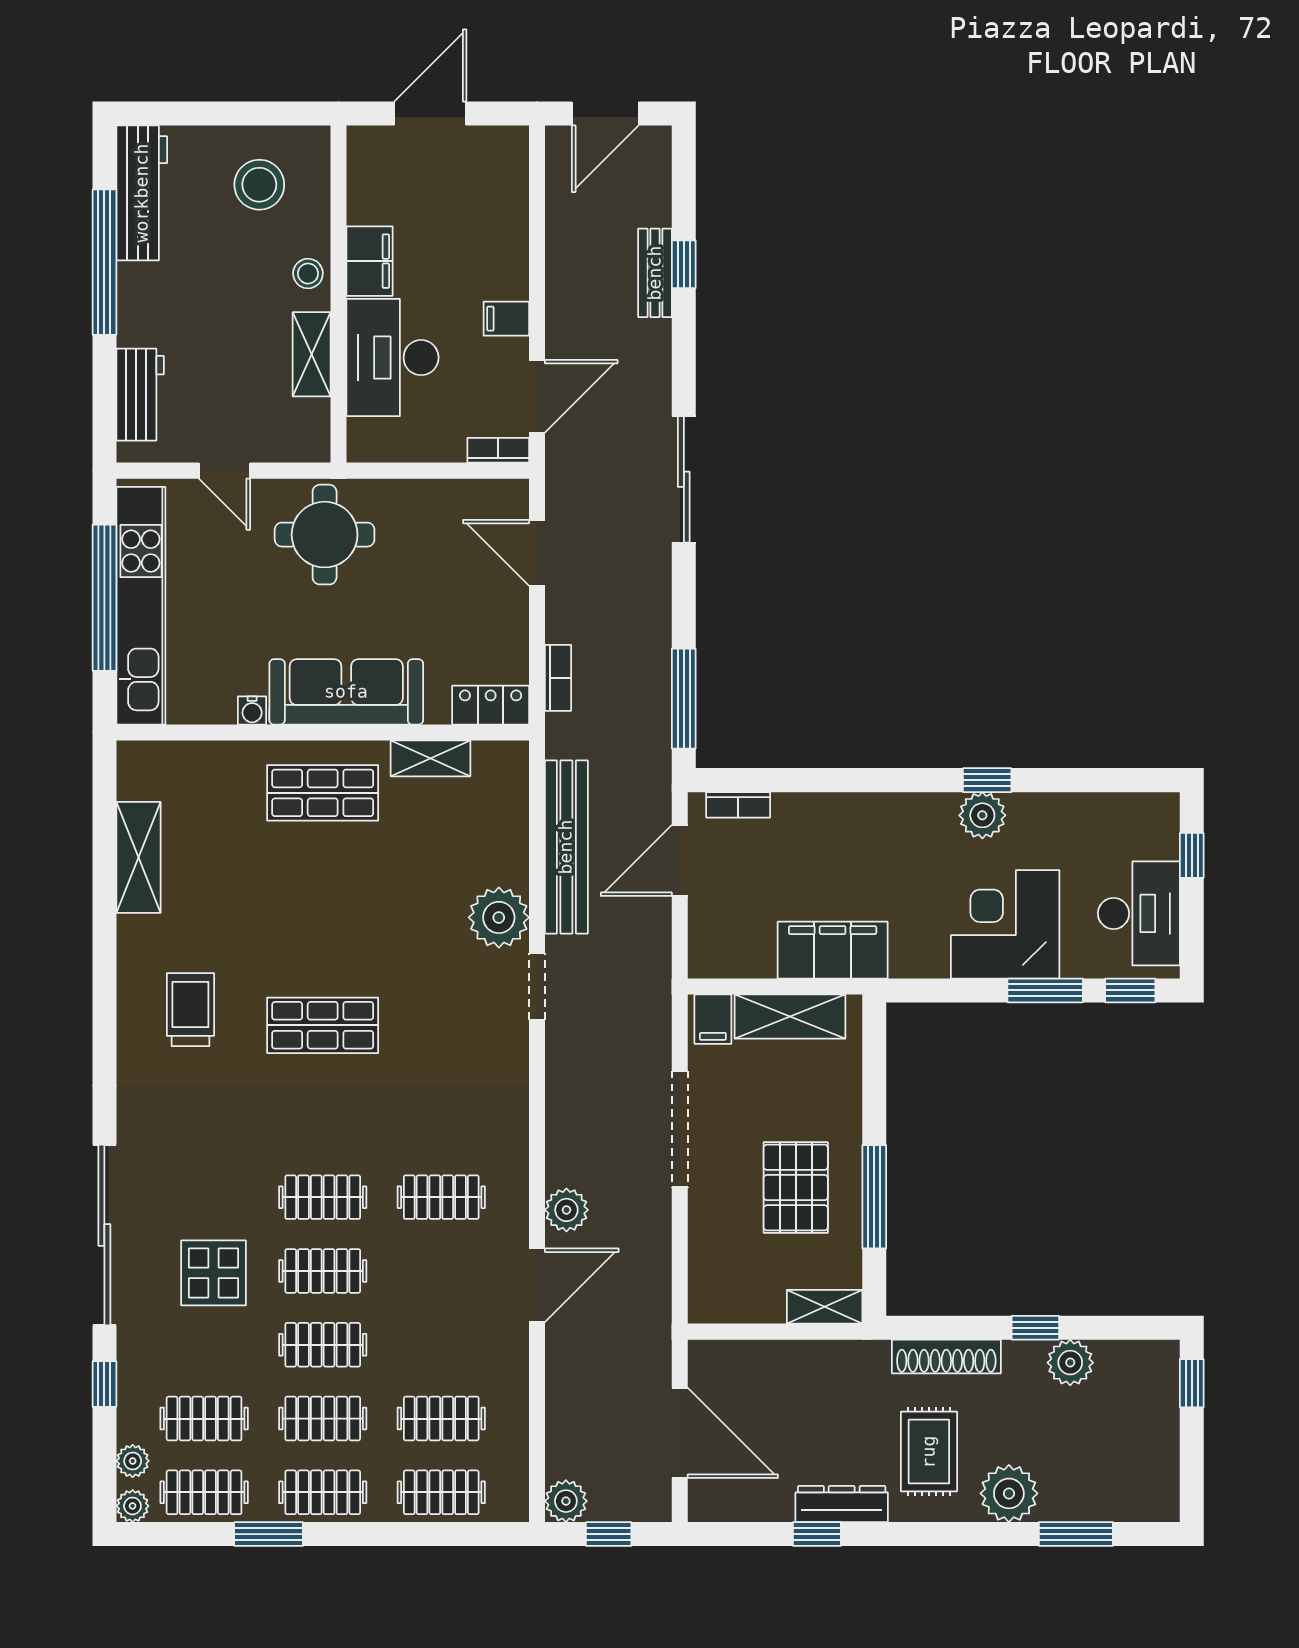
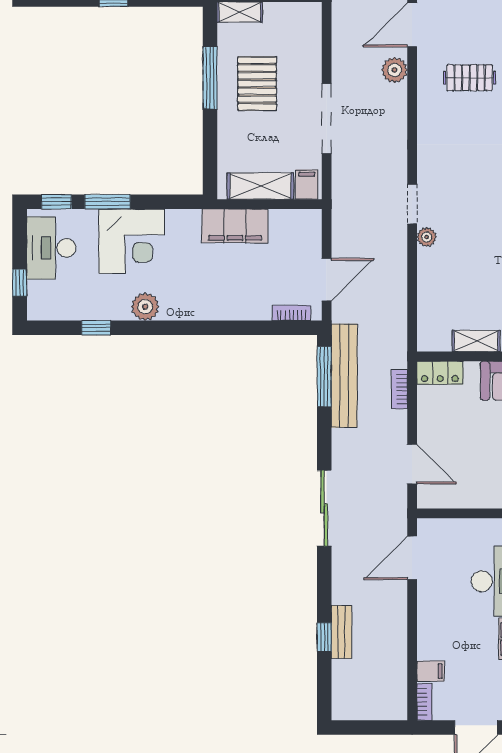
door: (605, 113) -> (371, 728), removed
filing cabinet: (506, 319) -> (431, 671), moved
bookcase: (498, 450) -> (424, 702), moved, turned -90
window: (987, 780) -> (96, 328), moved
bench: (566, 847) -> (344, 376), moved
plant: (499, 917) -> (427, 237), width x0.53, depth x0.53

